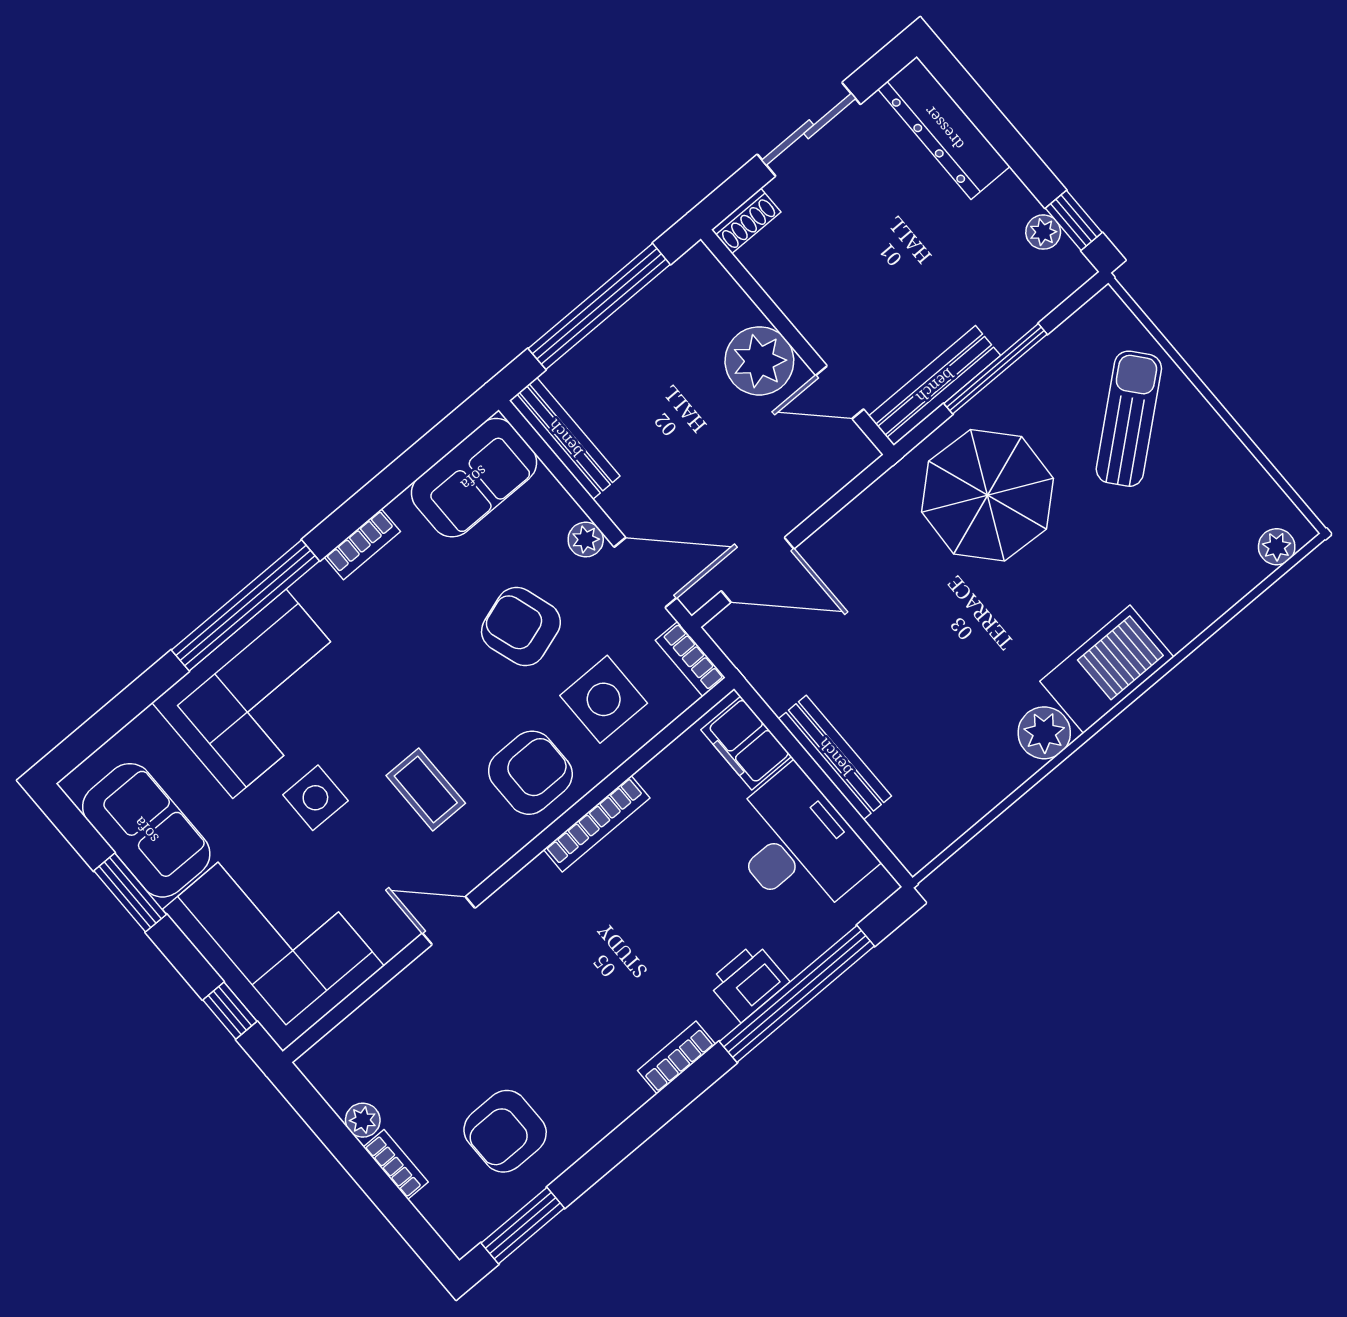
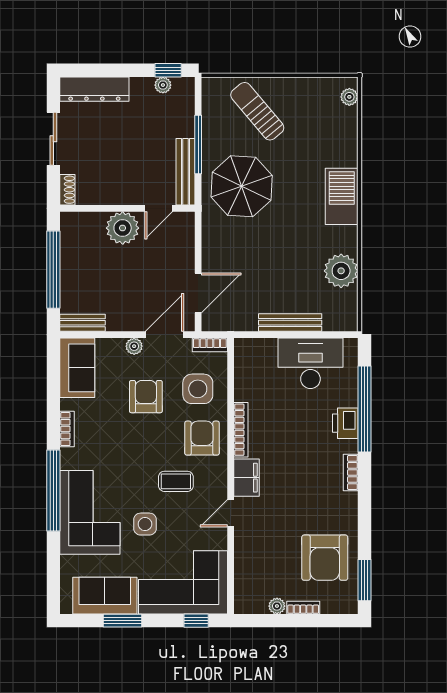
bench: (565, 438) -> (83, 323), width x0.73
armchair: (521, 627) -> (146, 397), turned 108
plant: (1044, 733) -> (341, 271), moved, width x1.36, depth x1.36
filing cabinet: (746, 743) -> (246, 478), moved, turned -90
armchair: (505, 1131) -> (325, 558), width x1.36, depth x1.36

